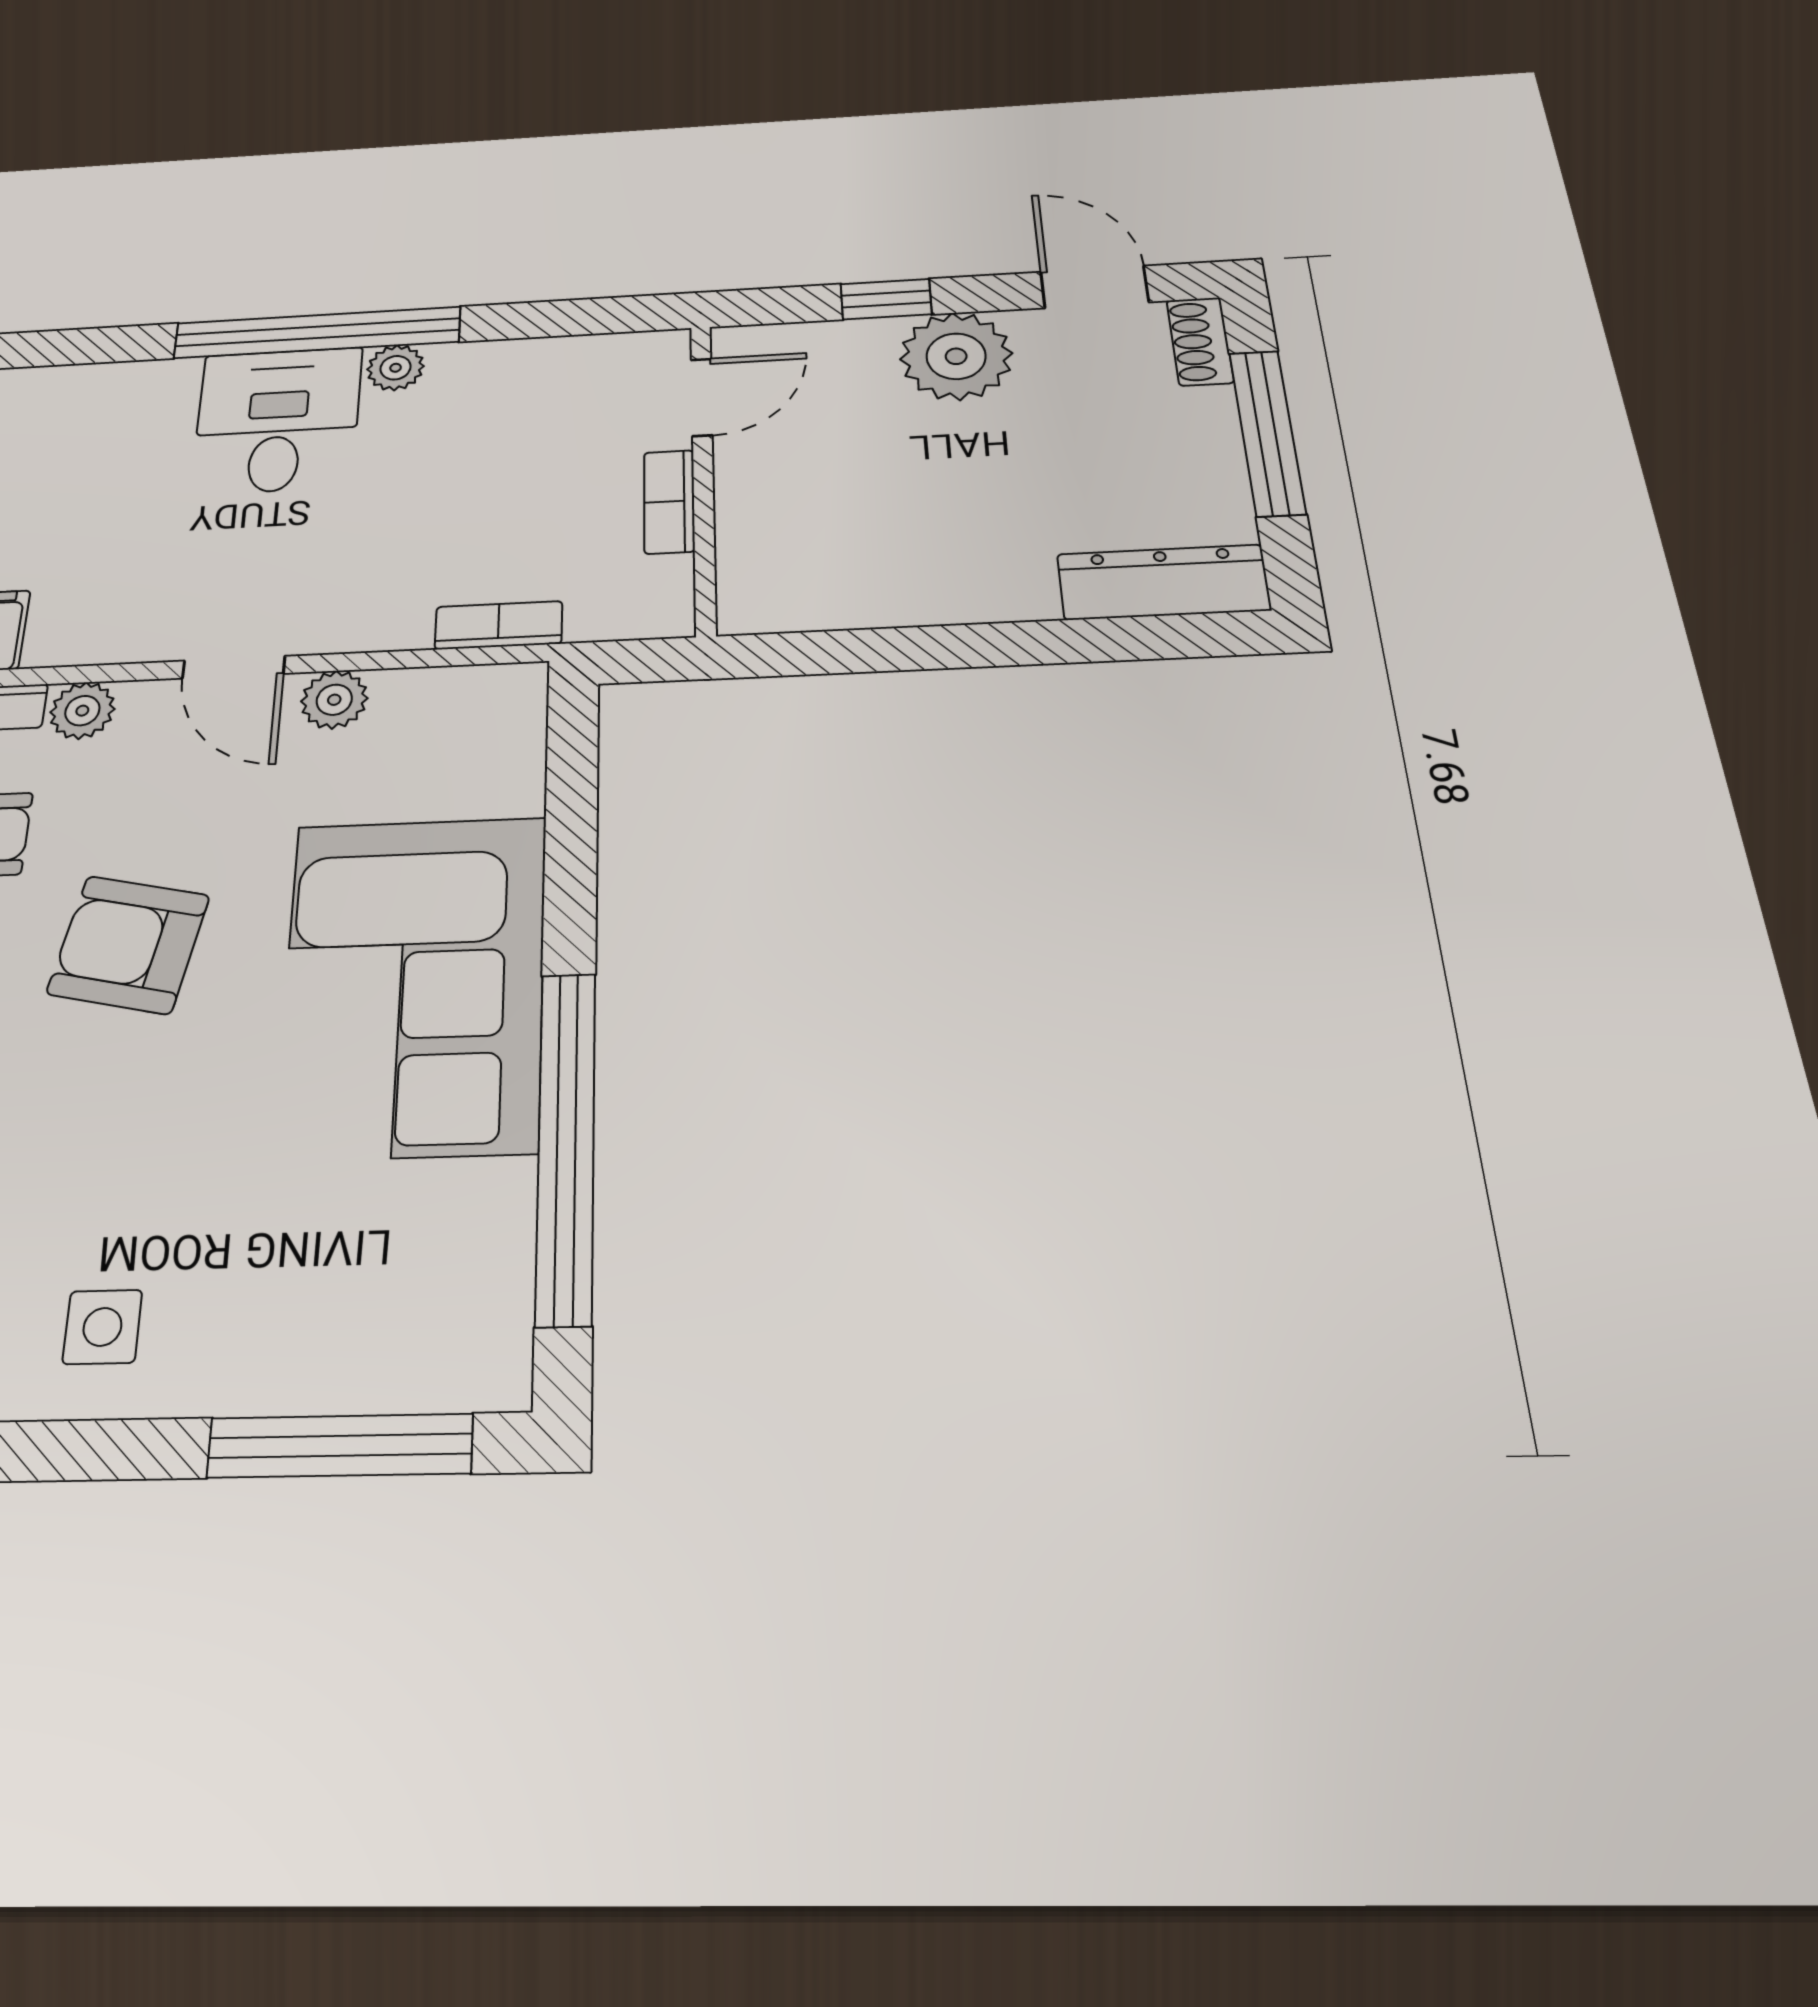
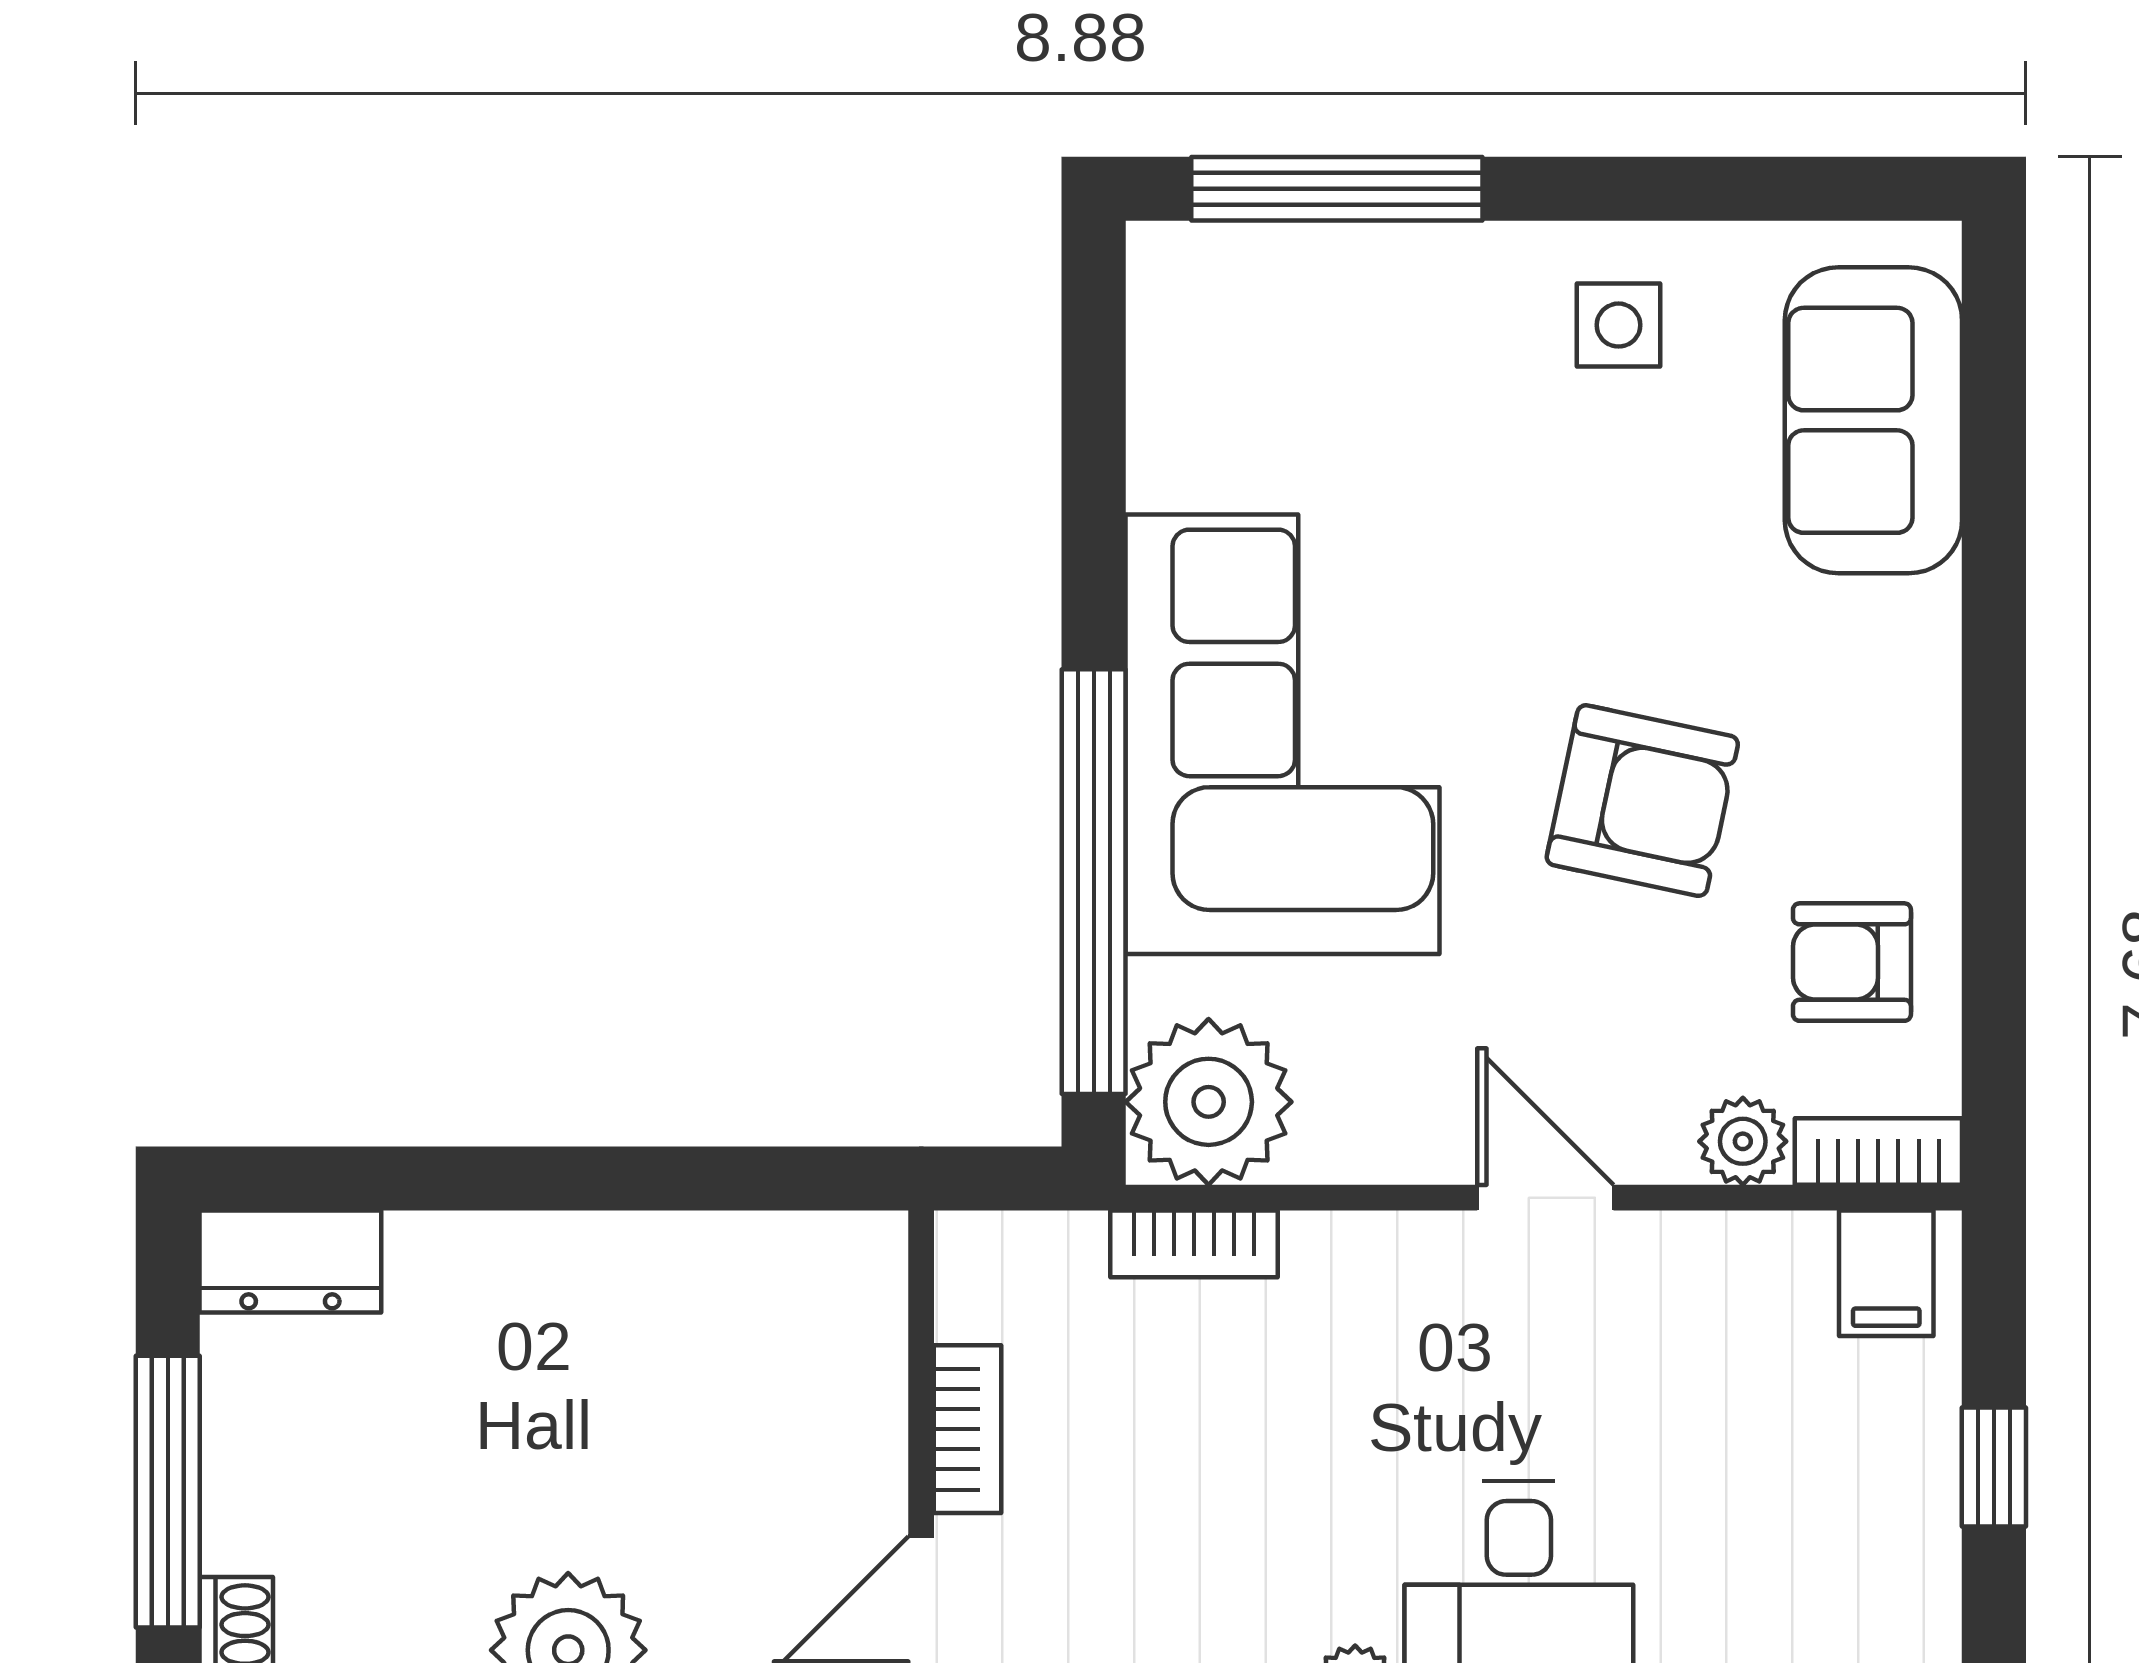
dresser: (1163, 582) -> (290, 1262), width x0.70
plant: (334, 700) -> (1209, 1102), moved, width x1.88, depth x1.88
window: (566, 1144) -> (1094, 882), moved

